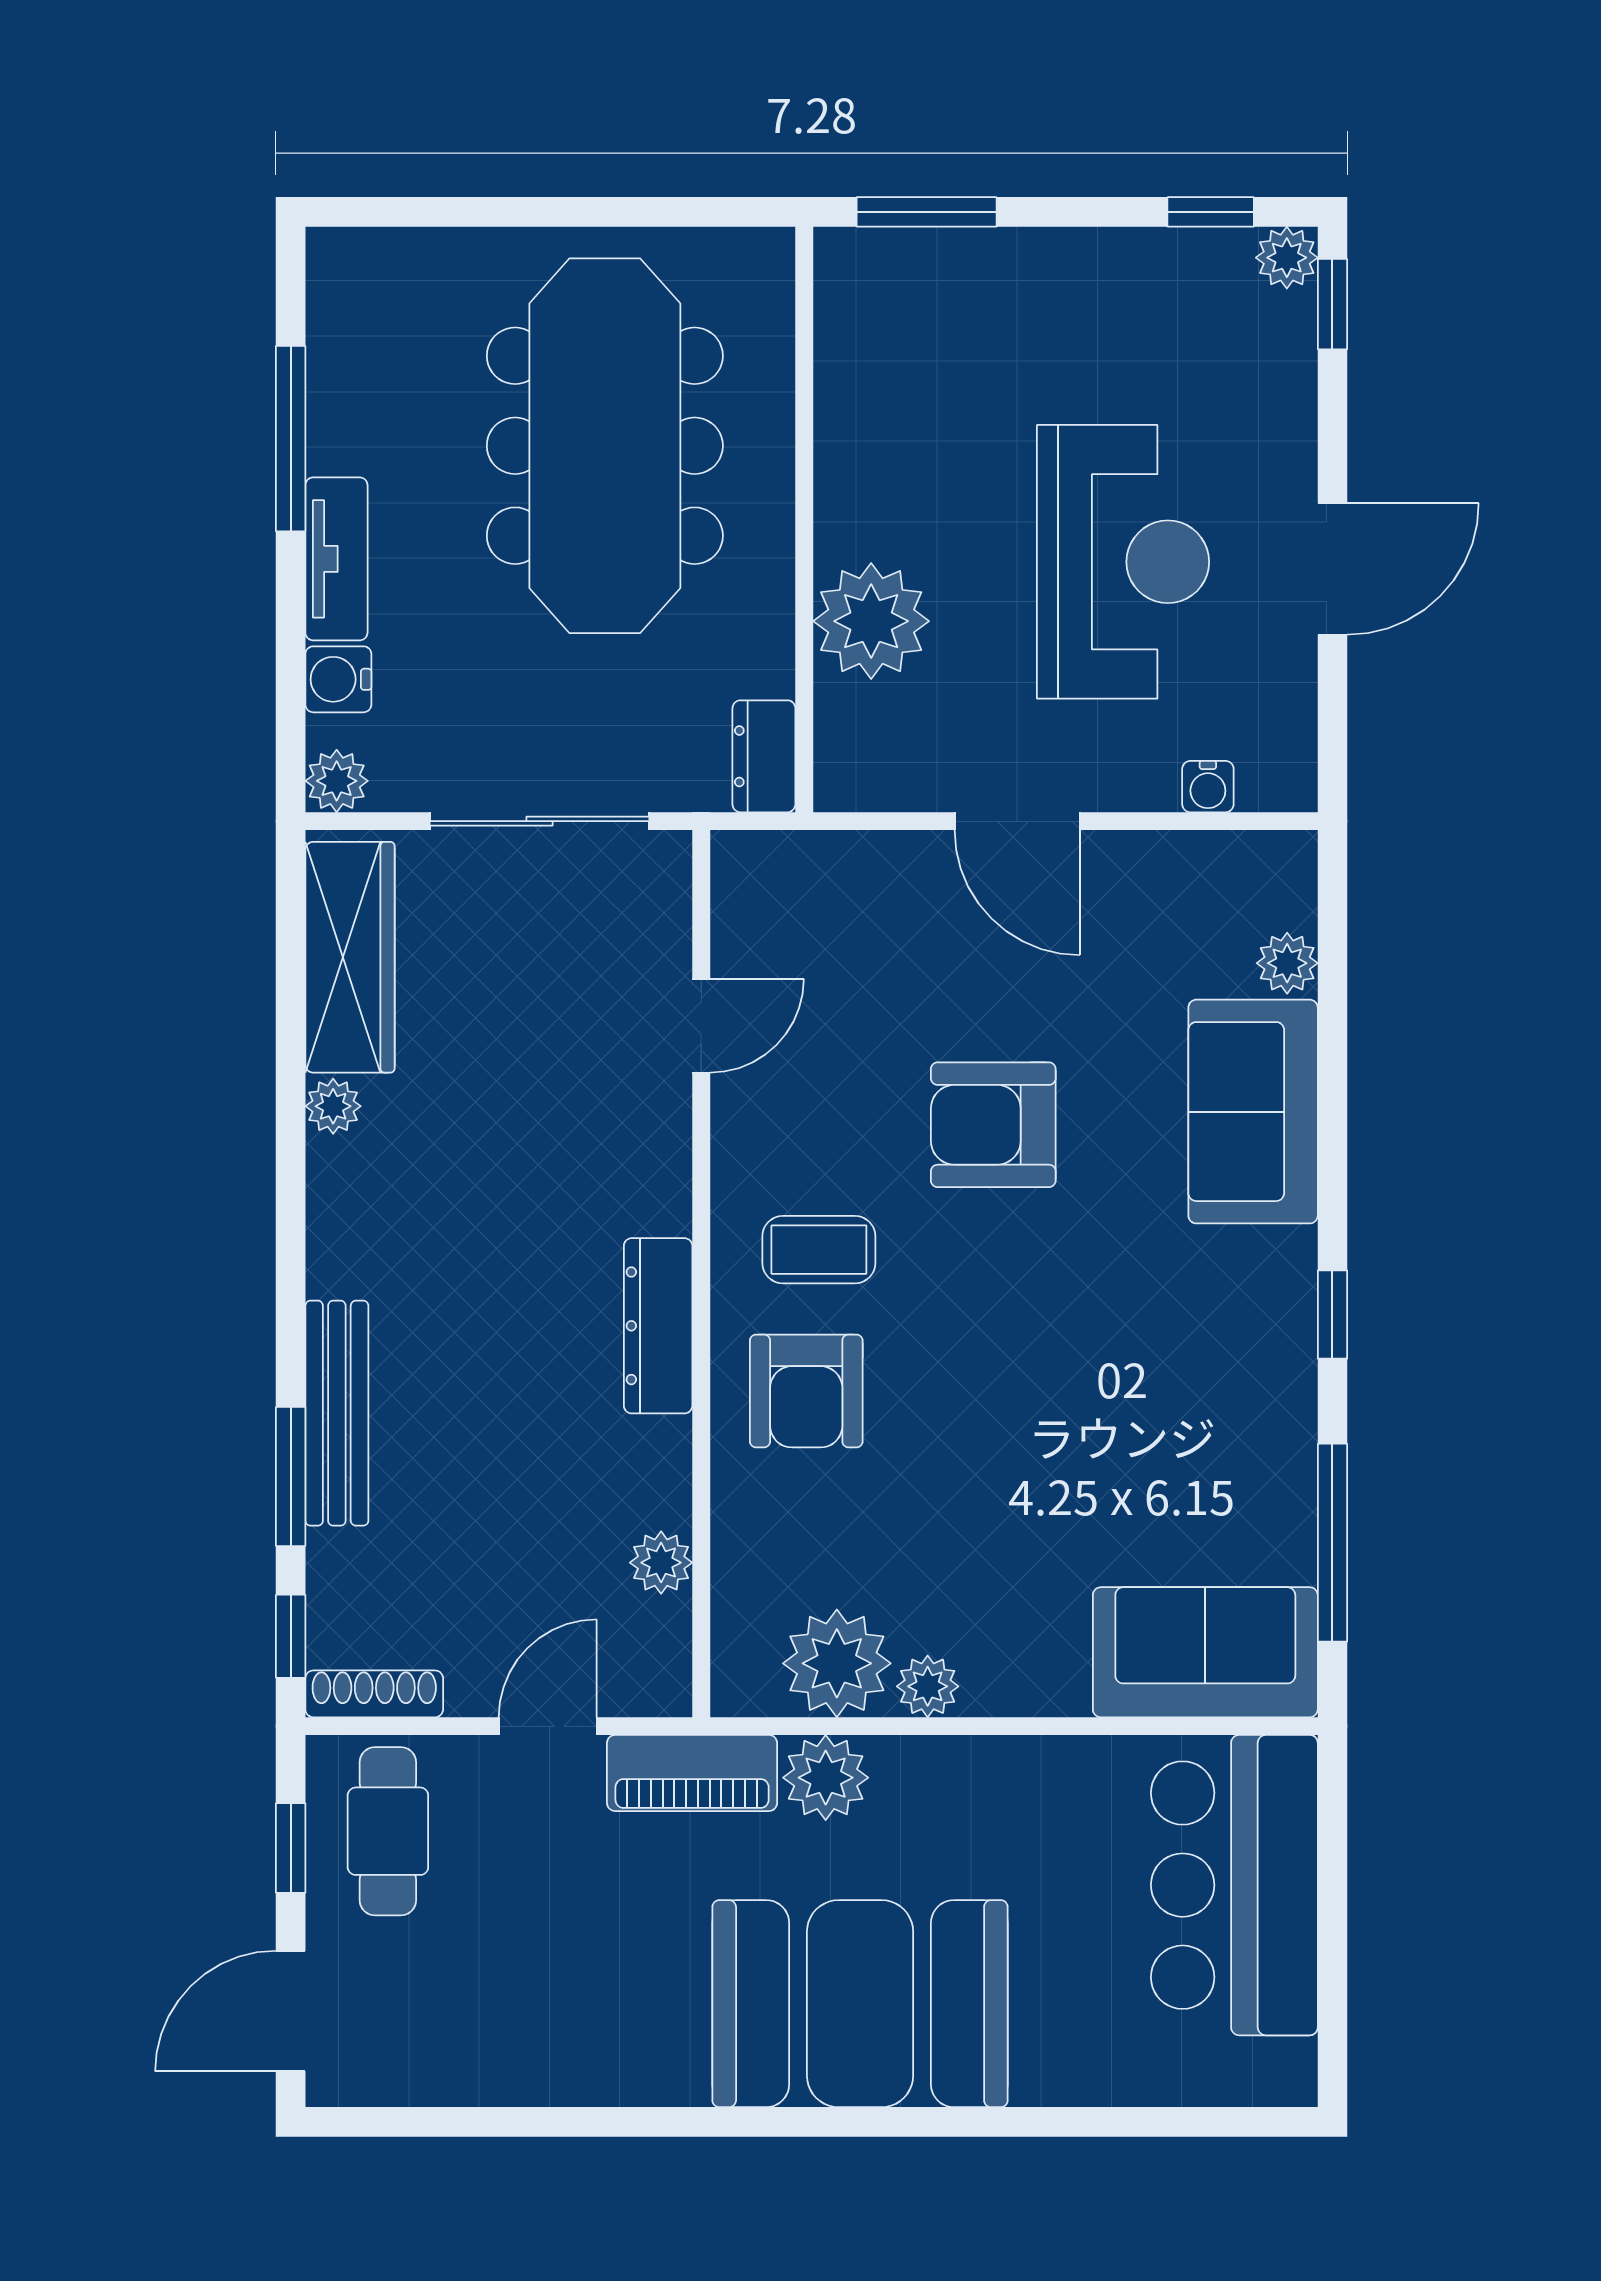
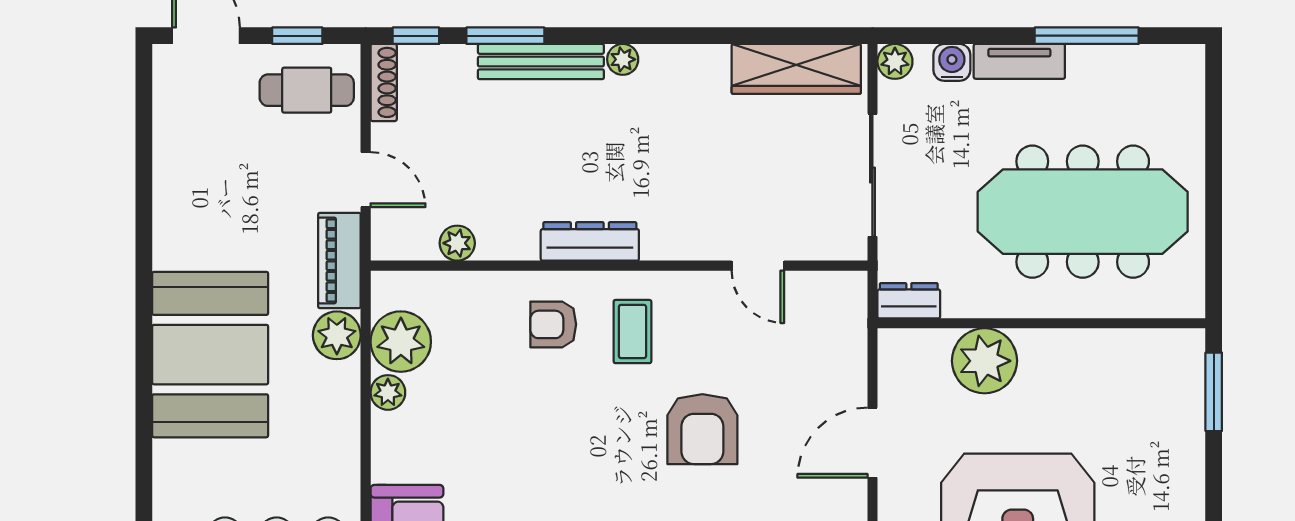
plant: (333, 1106) -> (623, 59), moved
armchair: (993, 1125) -> (702, 429), turned 180
armchair: (806, 1391) -> (553, 324), width x0.72, depth x0.72

